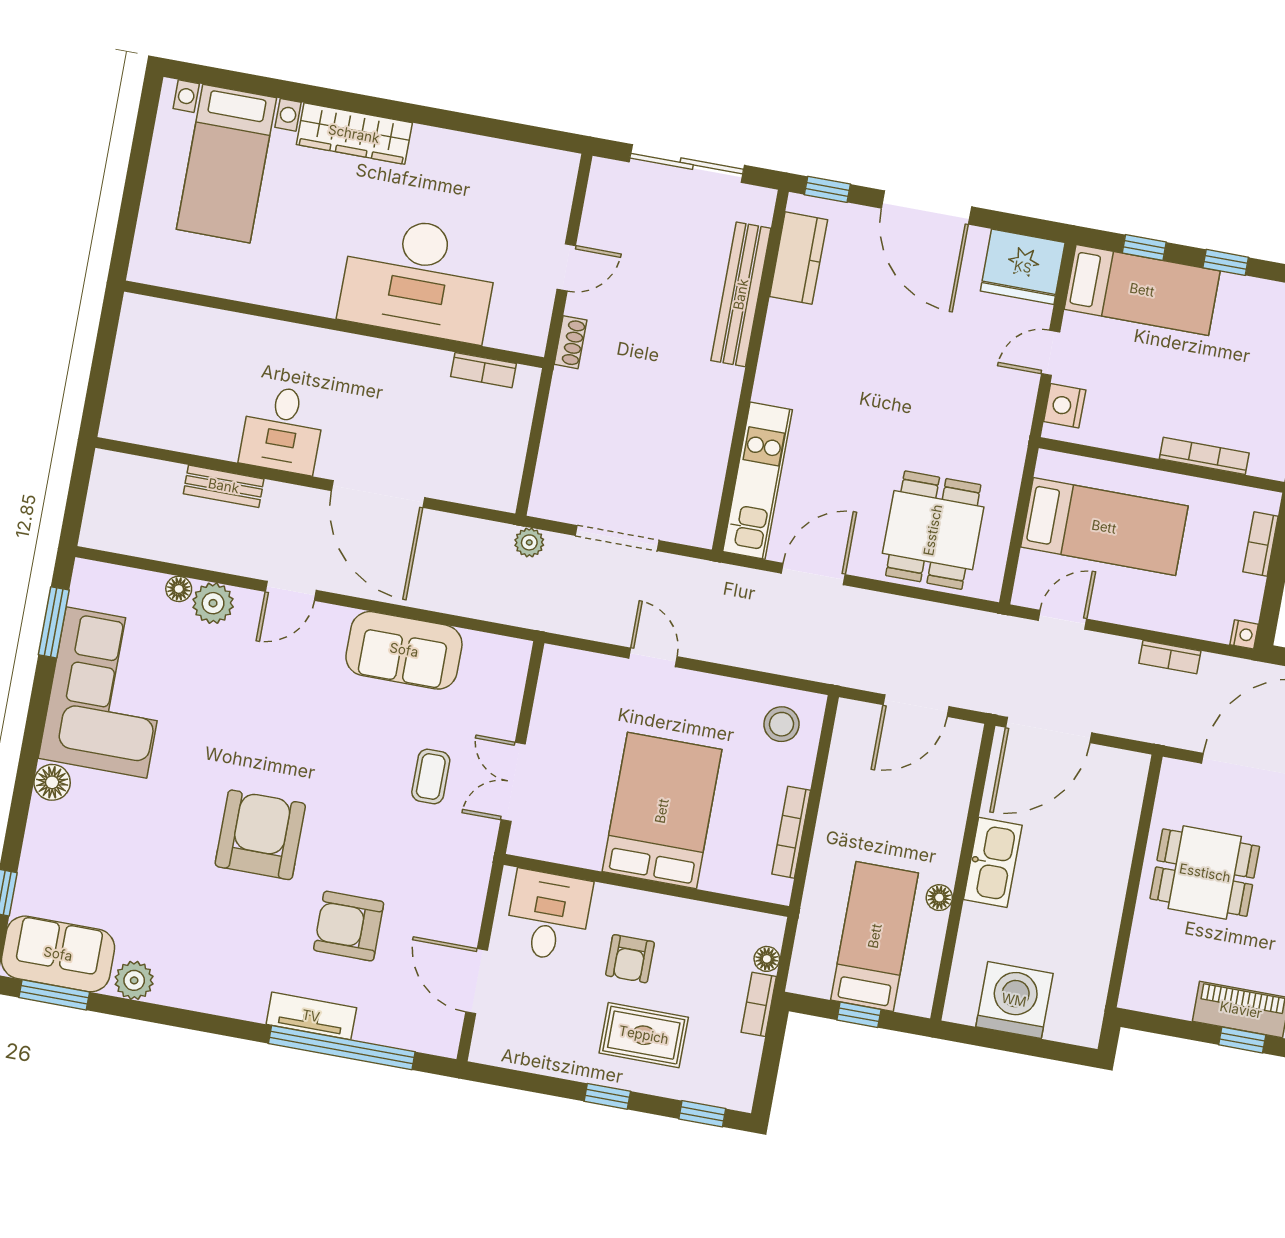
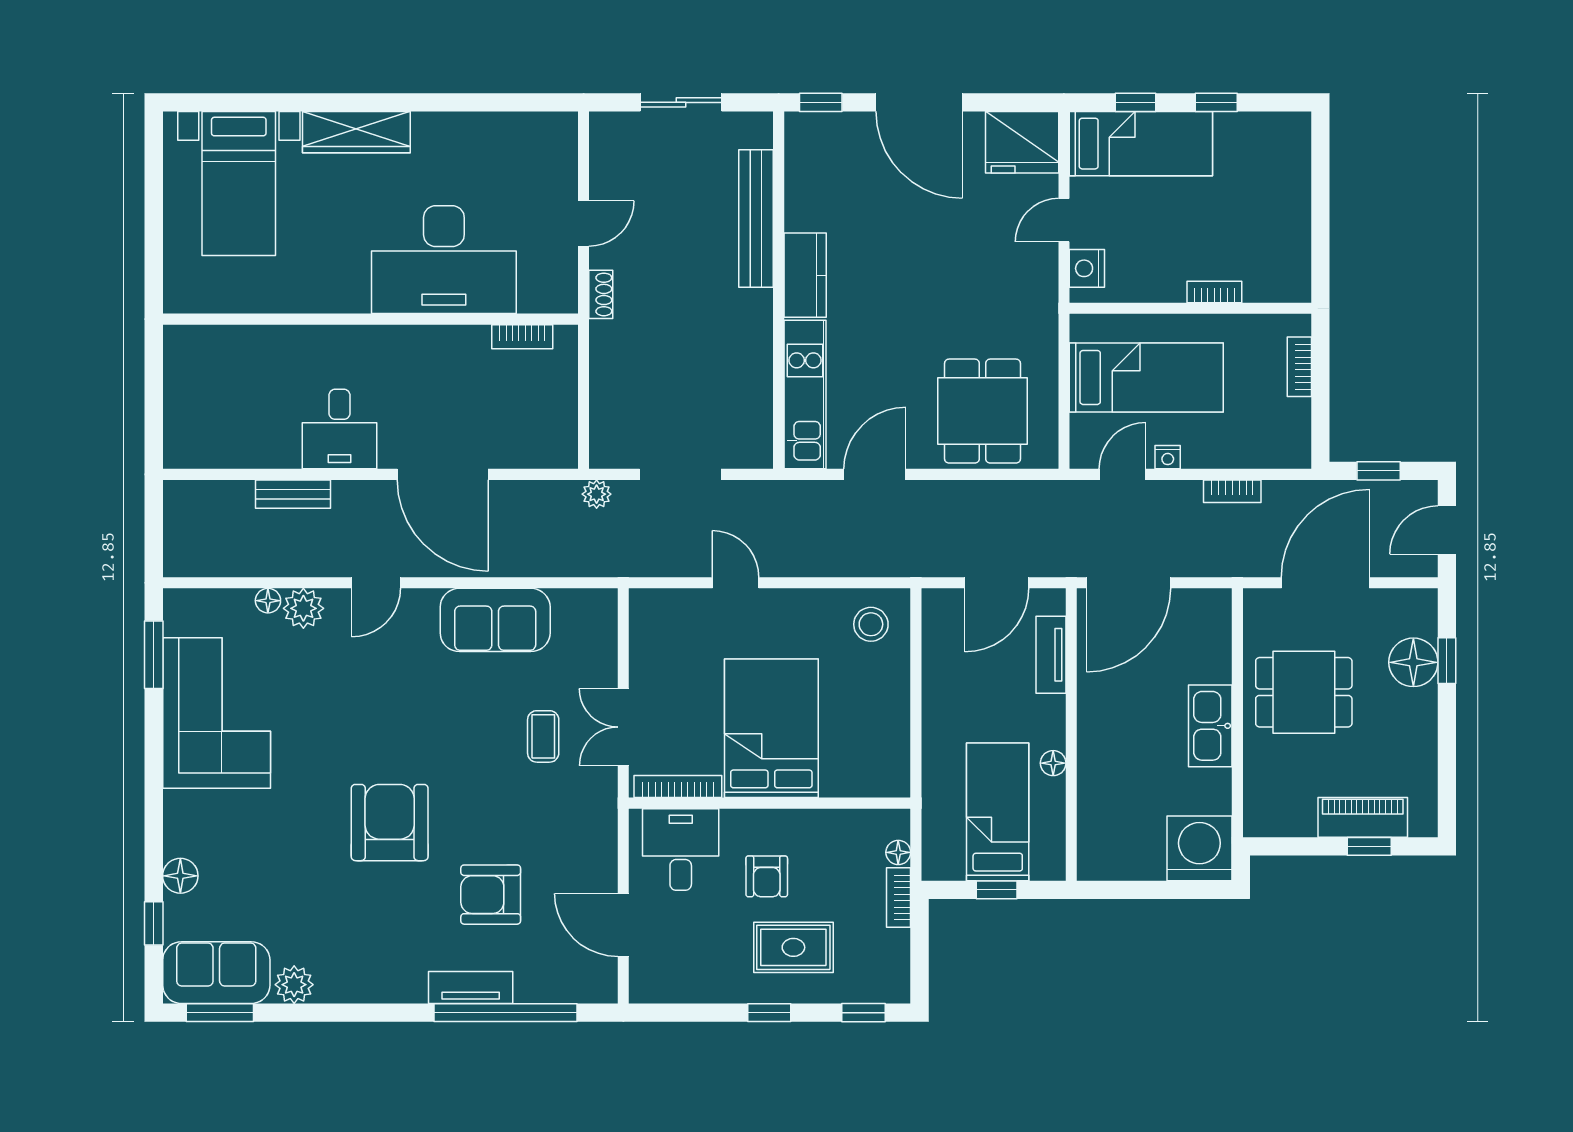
sliding door: (687, 164) -> (681, 102), width x0.73
kitchen counter: (799, 258) -> (805, 275), moved
bookcase: (1204, 456) -> (1214, 292), width x0.64
nightstand: (1244, 634) -> (1168, 457), moved, turned 90
floor lamp: (52, 782) -> (180, 876), moved
tv unit: (957, 788) -> (1051, 655), added
bookcase: (791, 832) -> (678, 786), moved, turned 90
kitchen sink: (993, 862) -> (1210, 726), moved, turned 180
washing machine: (1014, 1000) -> (1199, 848), moved

